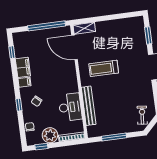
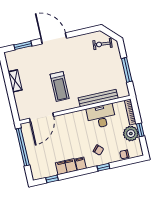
shelving: (84, 28) -> (15, 81), moved
window: (41, 147) -> (140, 130), moved

